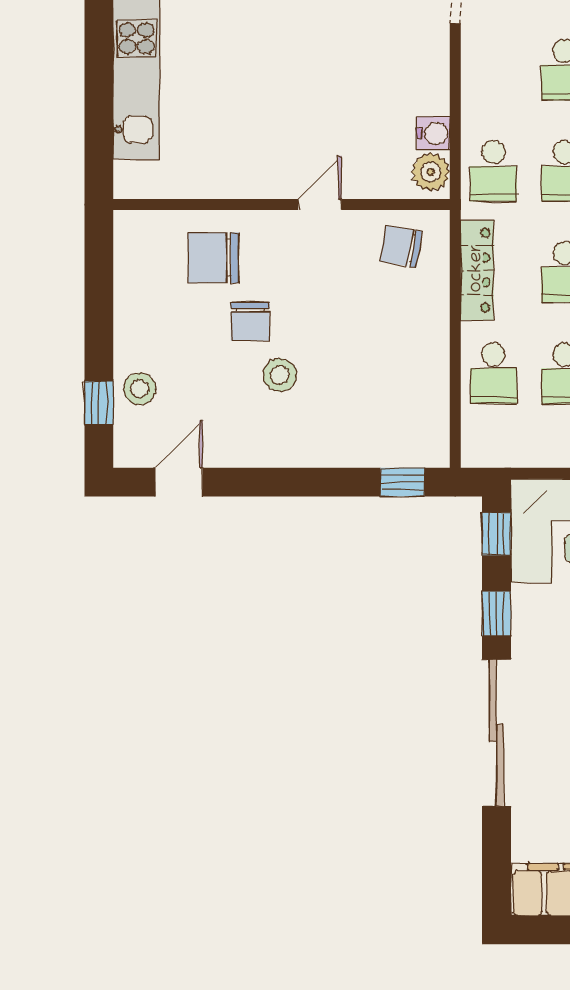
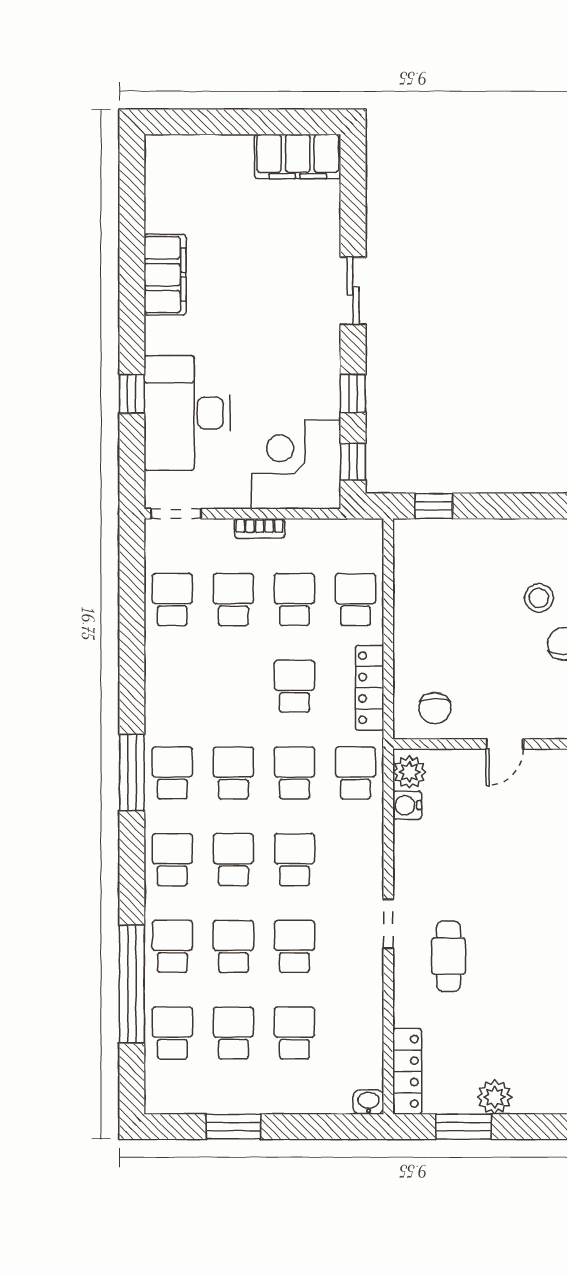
chair: (401, 246) -> (435, 708), turned 80
sliding door: (496, 733) -> (353, 291), width x0.54

